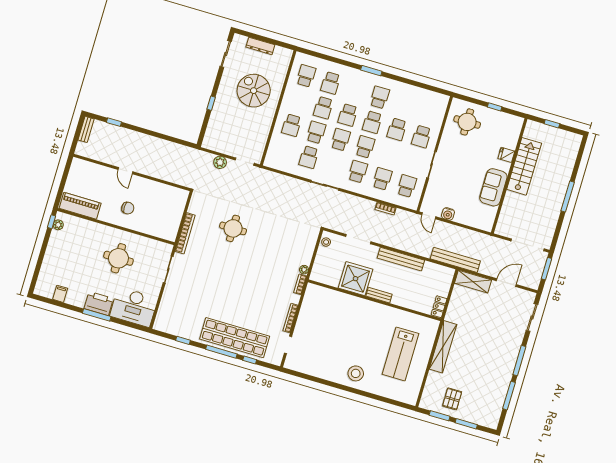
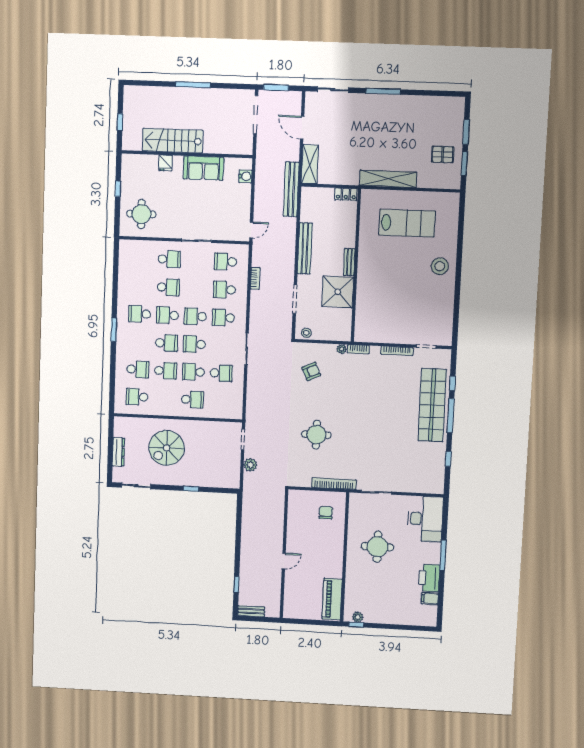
school desk: (372, 122) -> (167, 315), turned 180
chair: (128, 208) -> (326, 513), moved
water cooler: (448, 214) -> (245, 176), moved
armchair: (291, 238) -> (311, 371), added
printer: (99, 304) -> (429, 578), moved
window: (509, 396) -> (424, 93), removed

